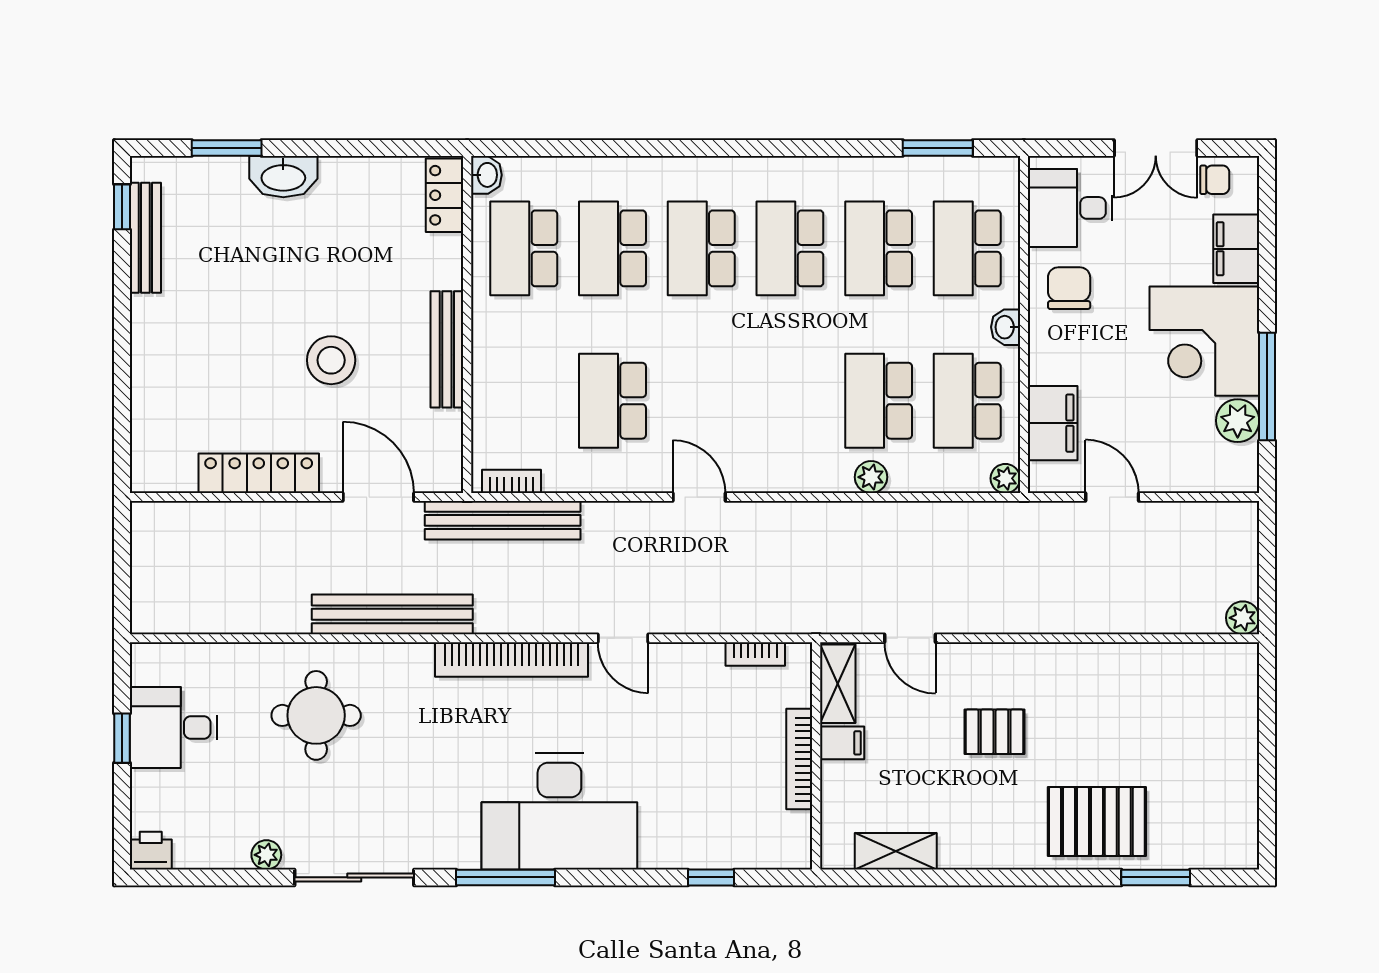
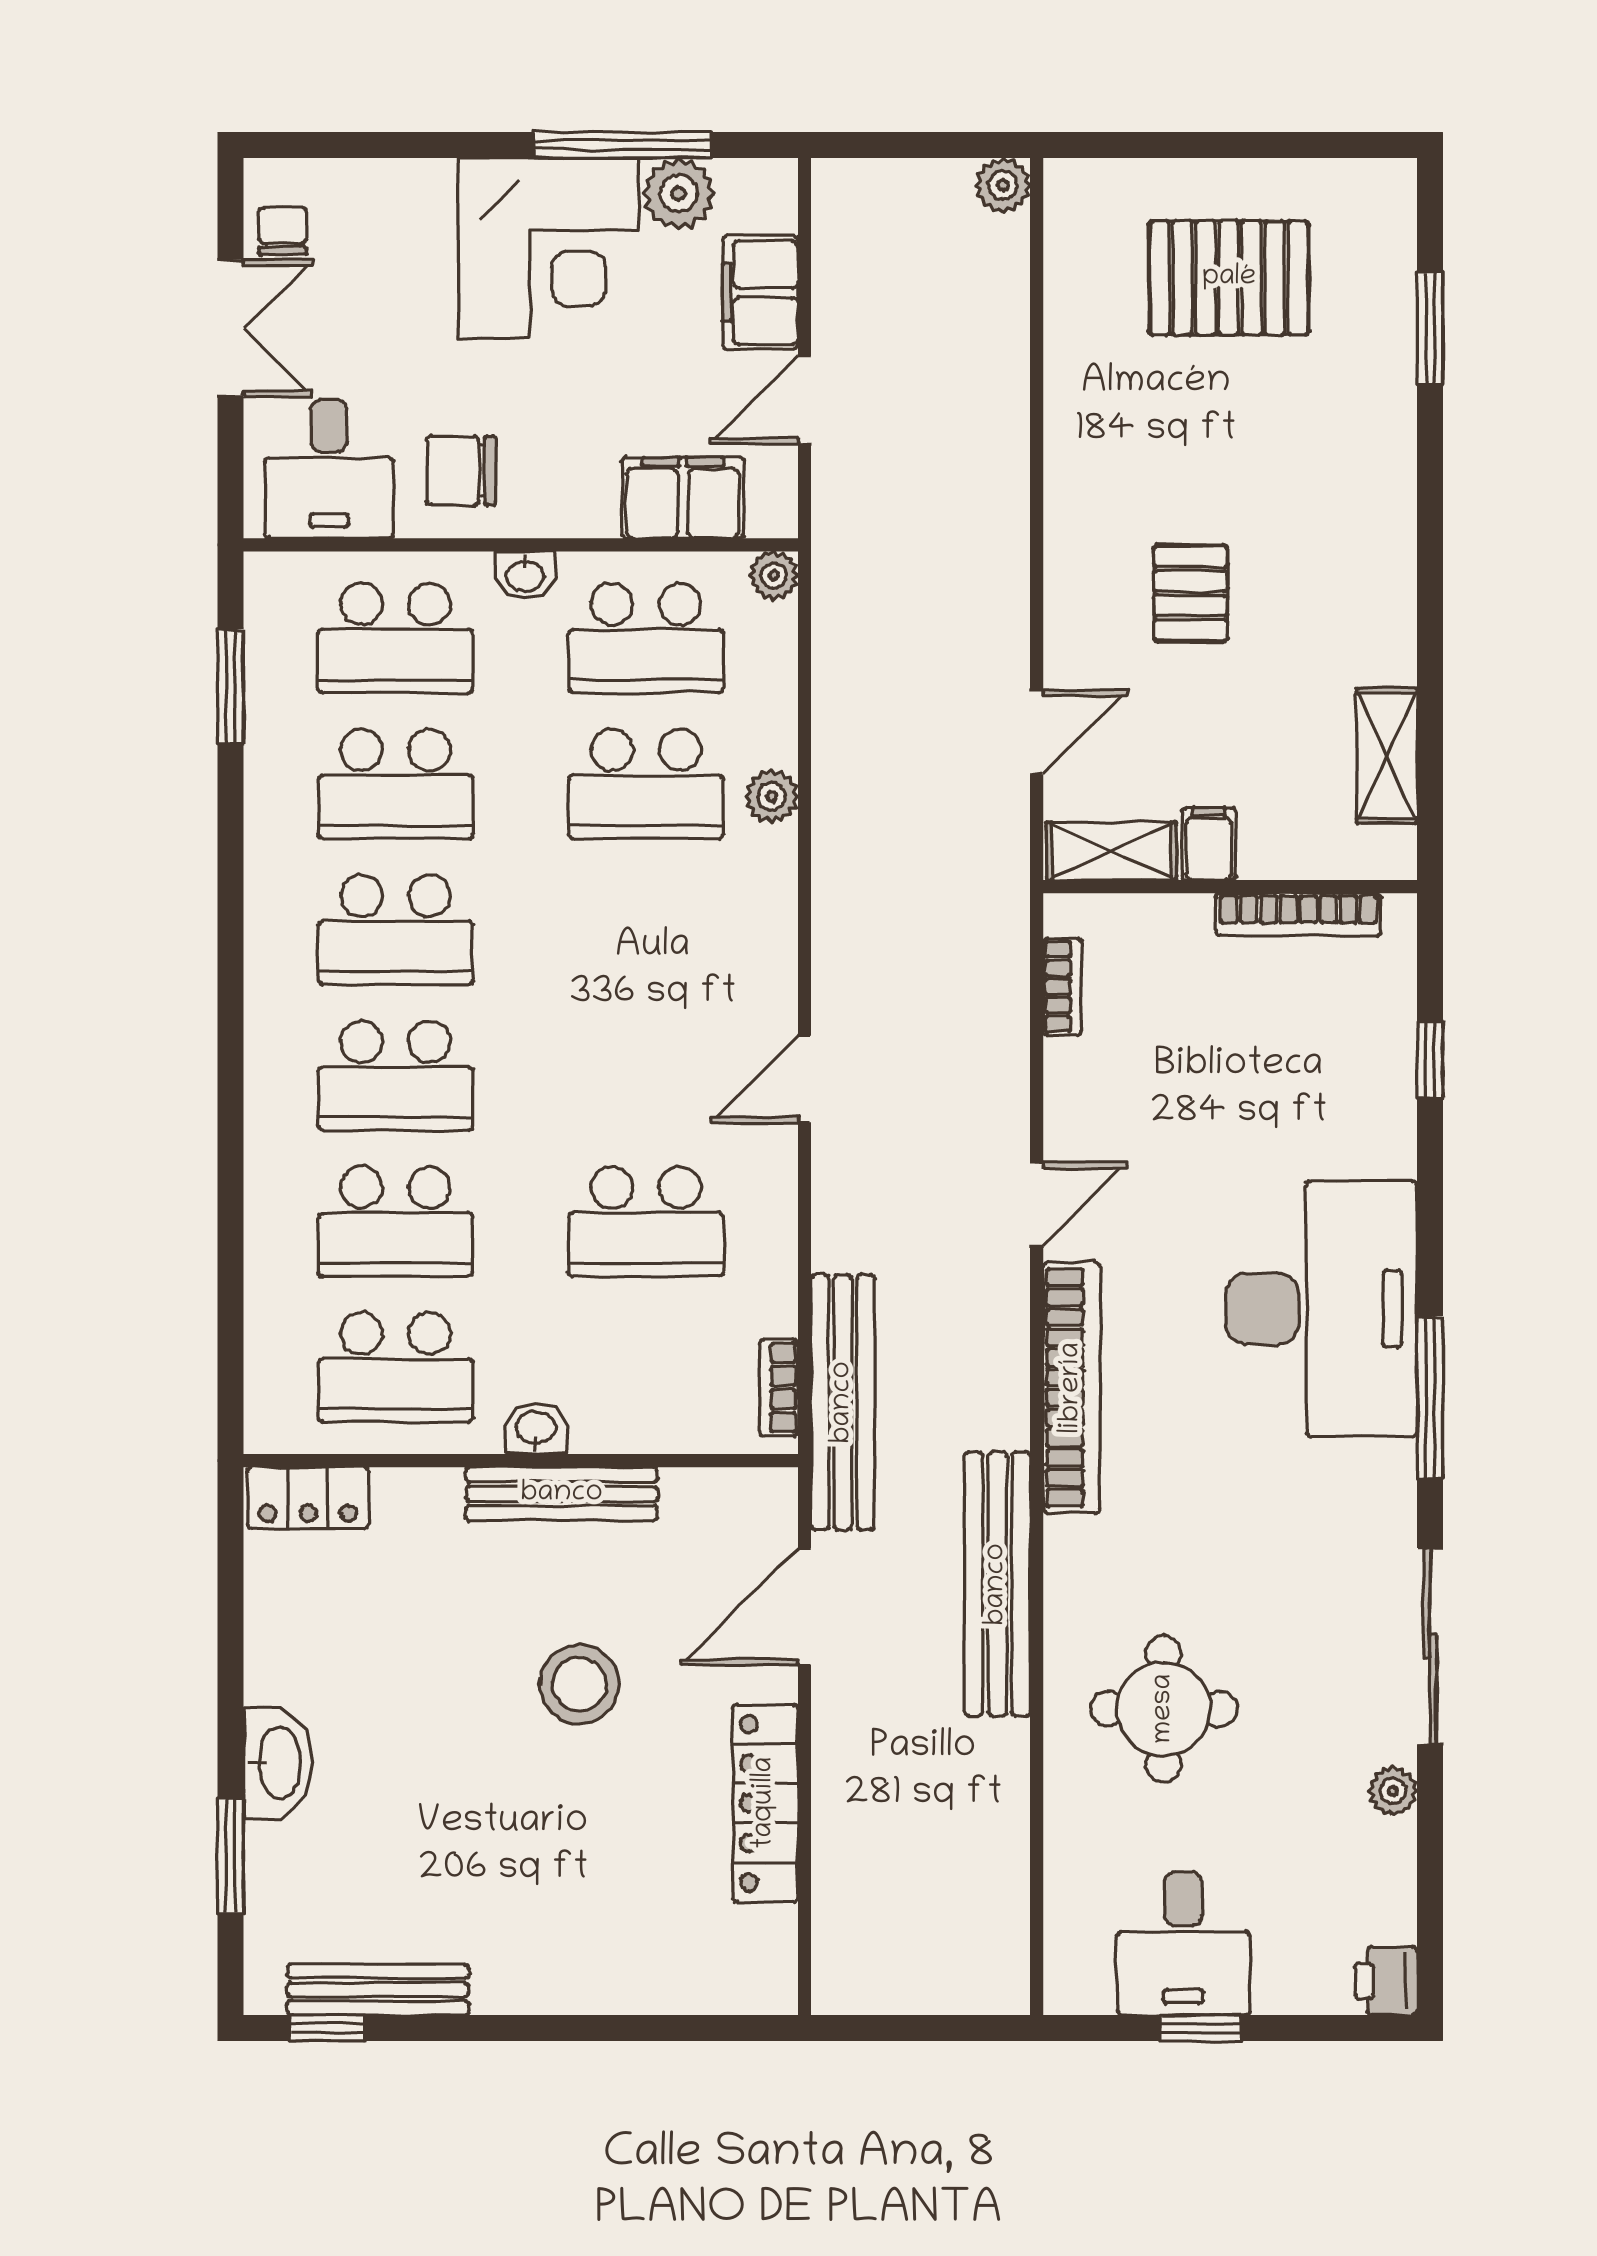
washbasin: (486, 175) -> (536, 1429), moved
filing cabinet: (1236, 249) -> (760, 293), moved, turned 90
bookcase: (799, 759) -> (1298, 914), moved
pallet: (1097, 822) -> (1229, 278), moved, turned 90

